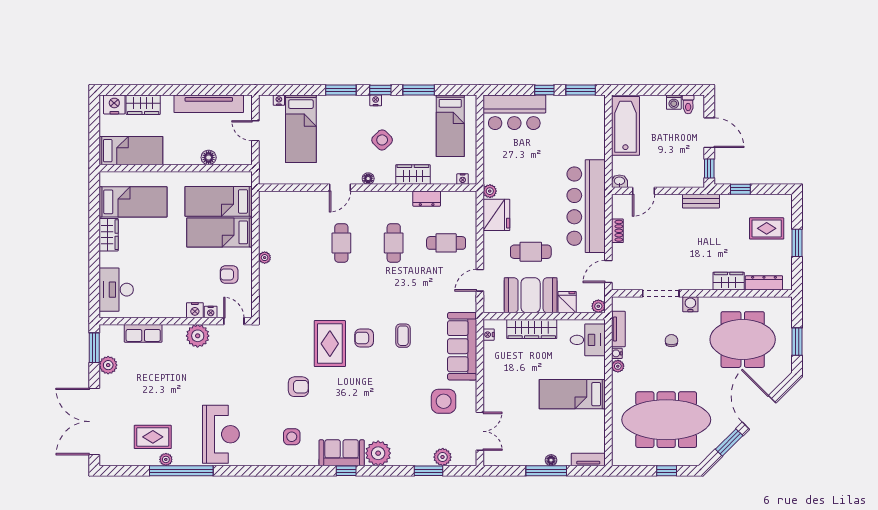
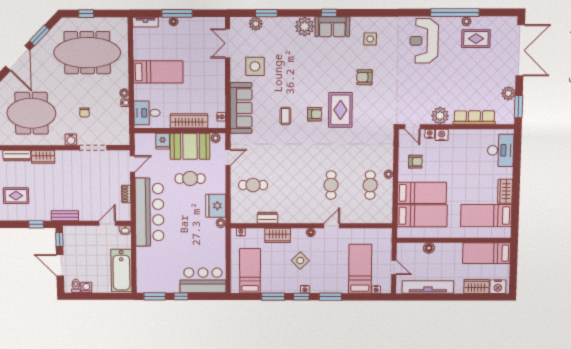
cafe table: (394, 243) -> (370, 185), moved
plant: (598, 306) -> (216, 138), moved
tv unit: (618, 329) -> (124, 121), removed
row of seats: (143, 333) -> (474, 118), width x1.48

